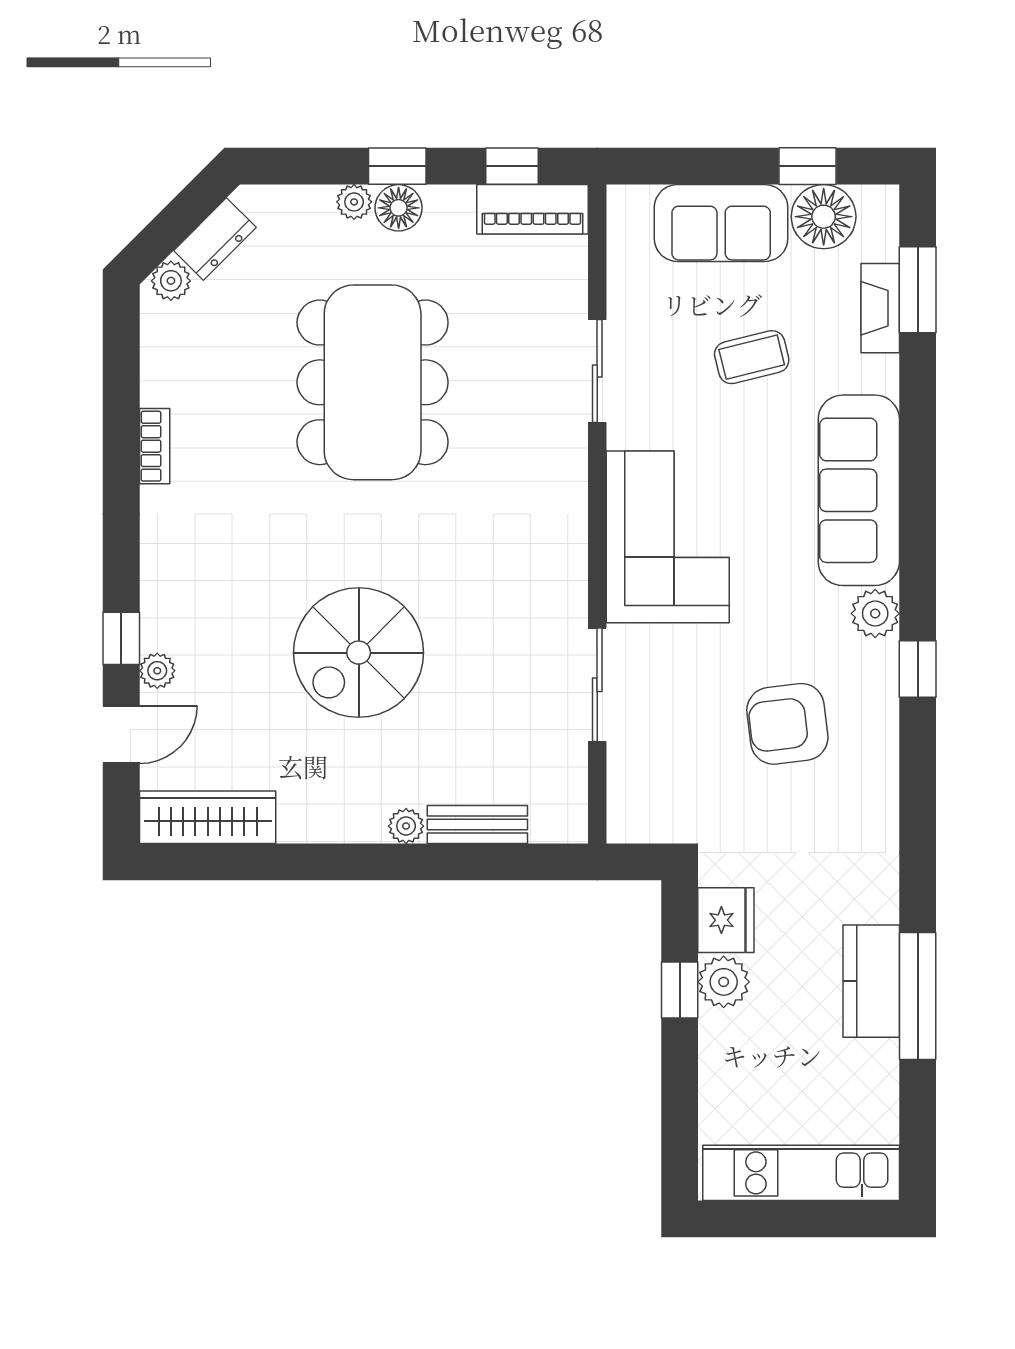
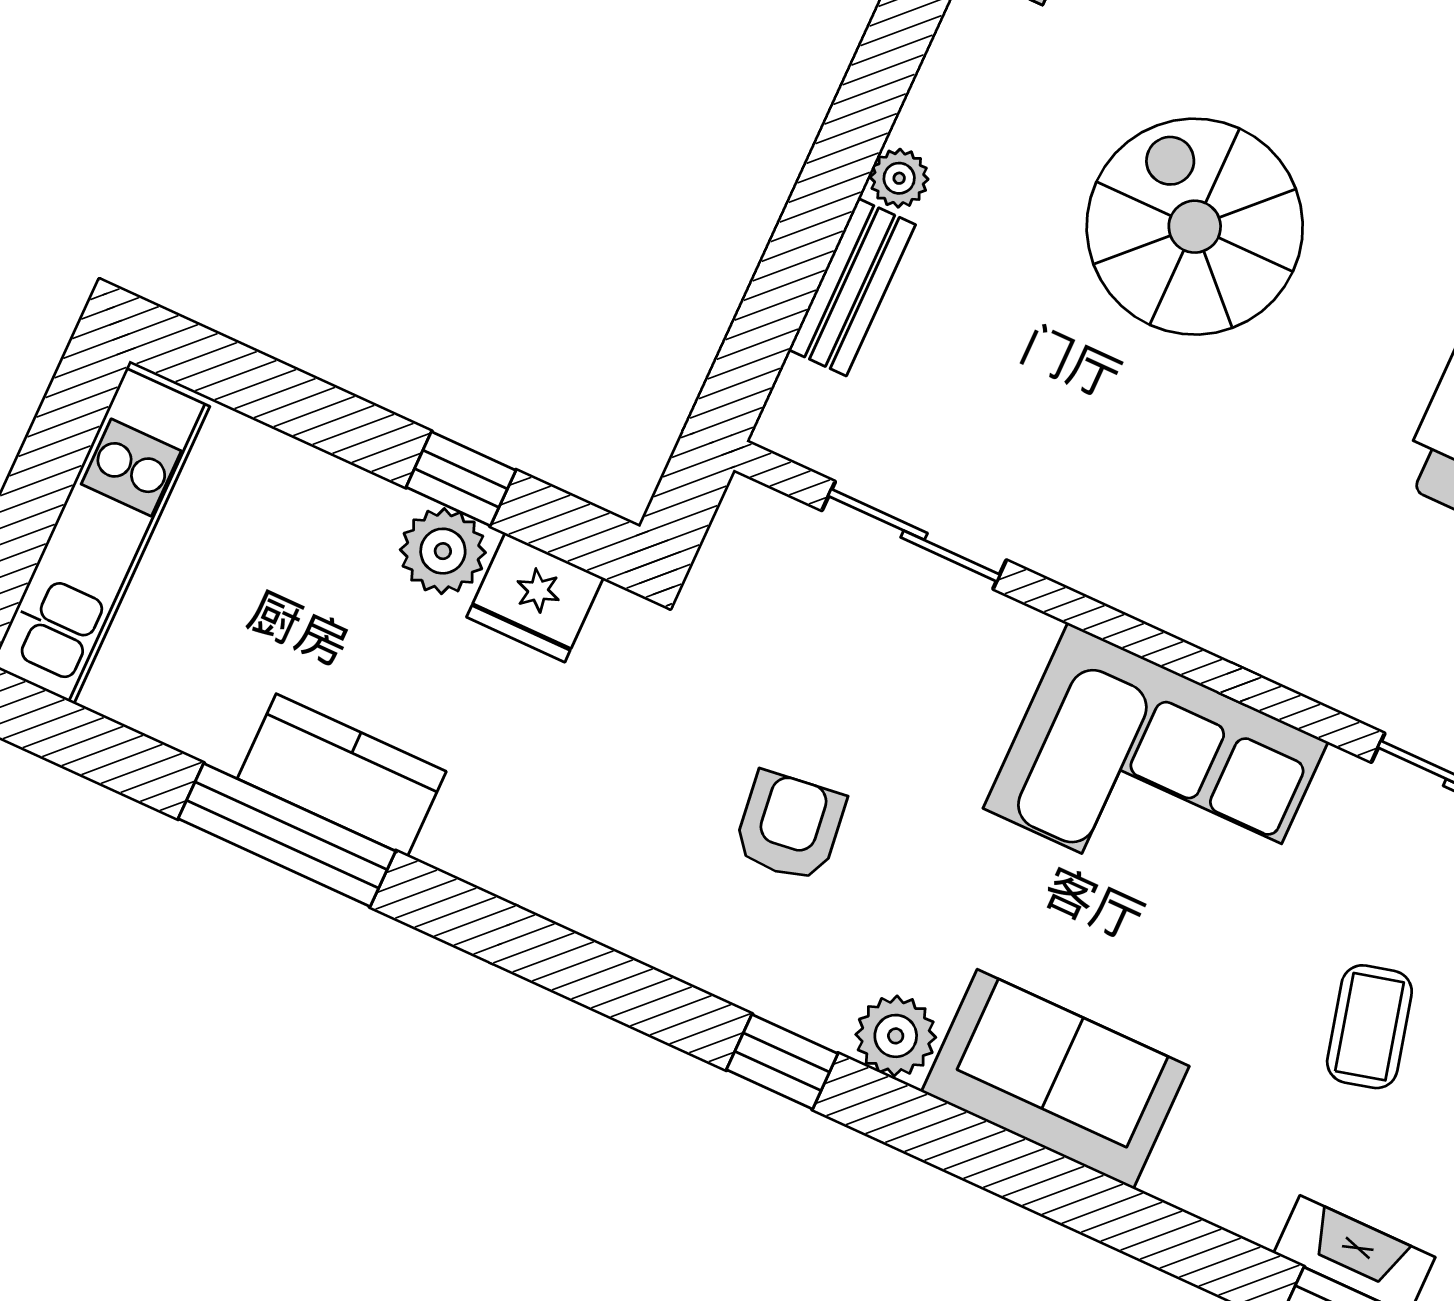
sofa: (859, 490) -> (1055, 1079), width x0.73
sliding door: (597, 685) -> (914, 535), moved
armchair: (787, 724) -> (790, 826), width x0.72, depth x0.72

